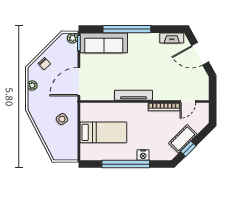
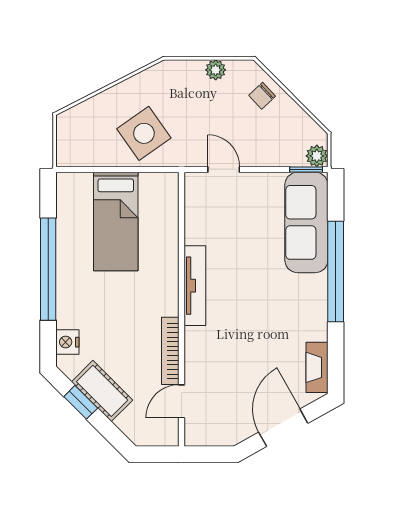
door: (79, 82) -> (224, 169), width x0.53
door: (188, 102) -> (181, 401), hinge flipped
side table: (62, 119) -> (144, 133), width x1.87, depth x1.87
nightstand: (143, 155) -> (67, 342), moved

